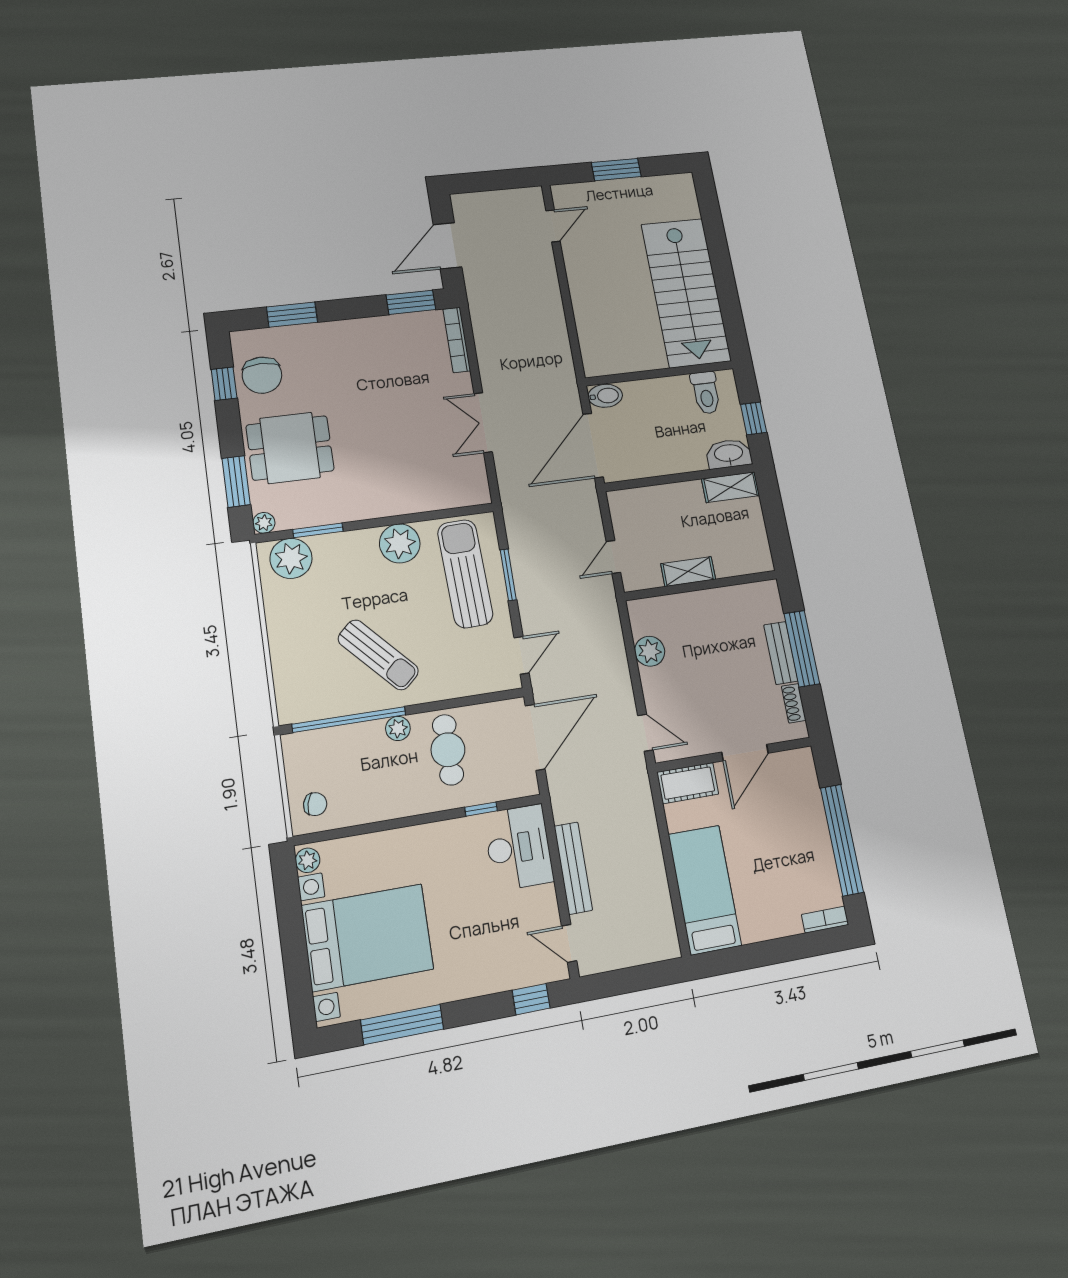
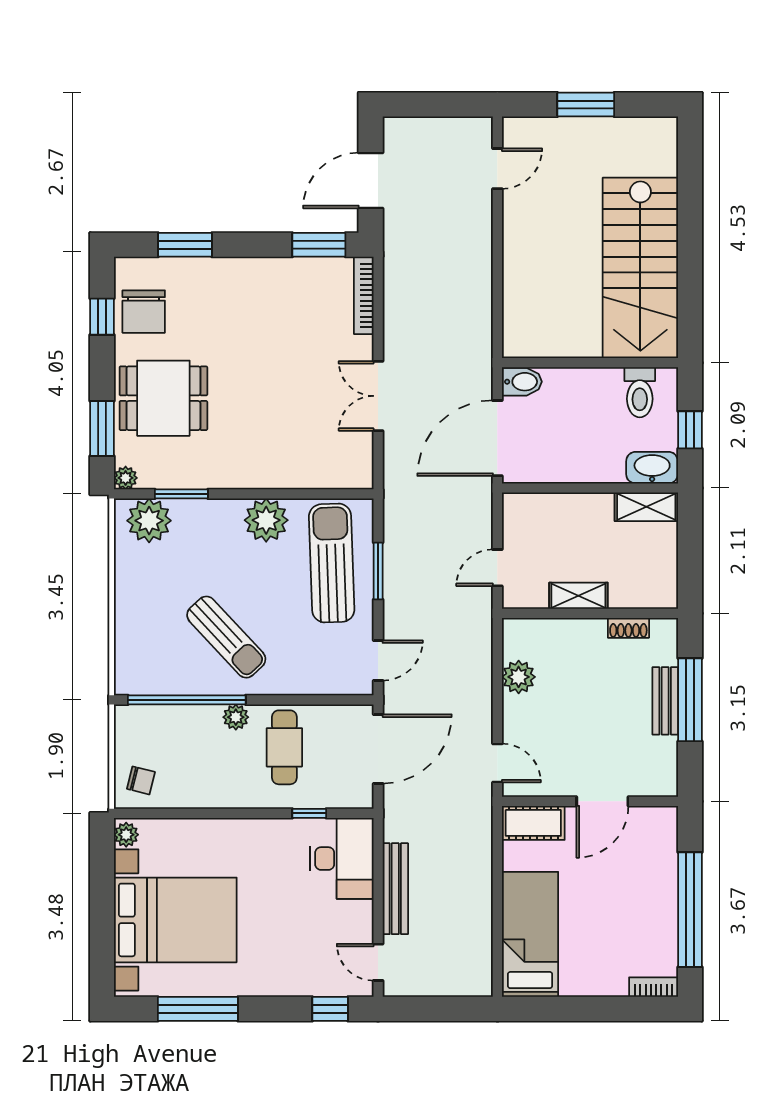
shoe rack: (794, 703) -> (628, 628), moved, turned -90

